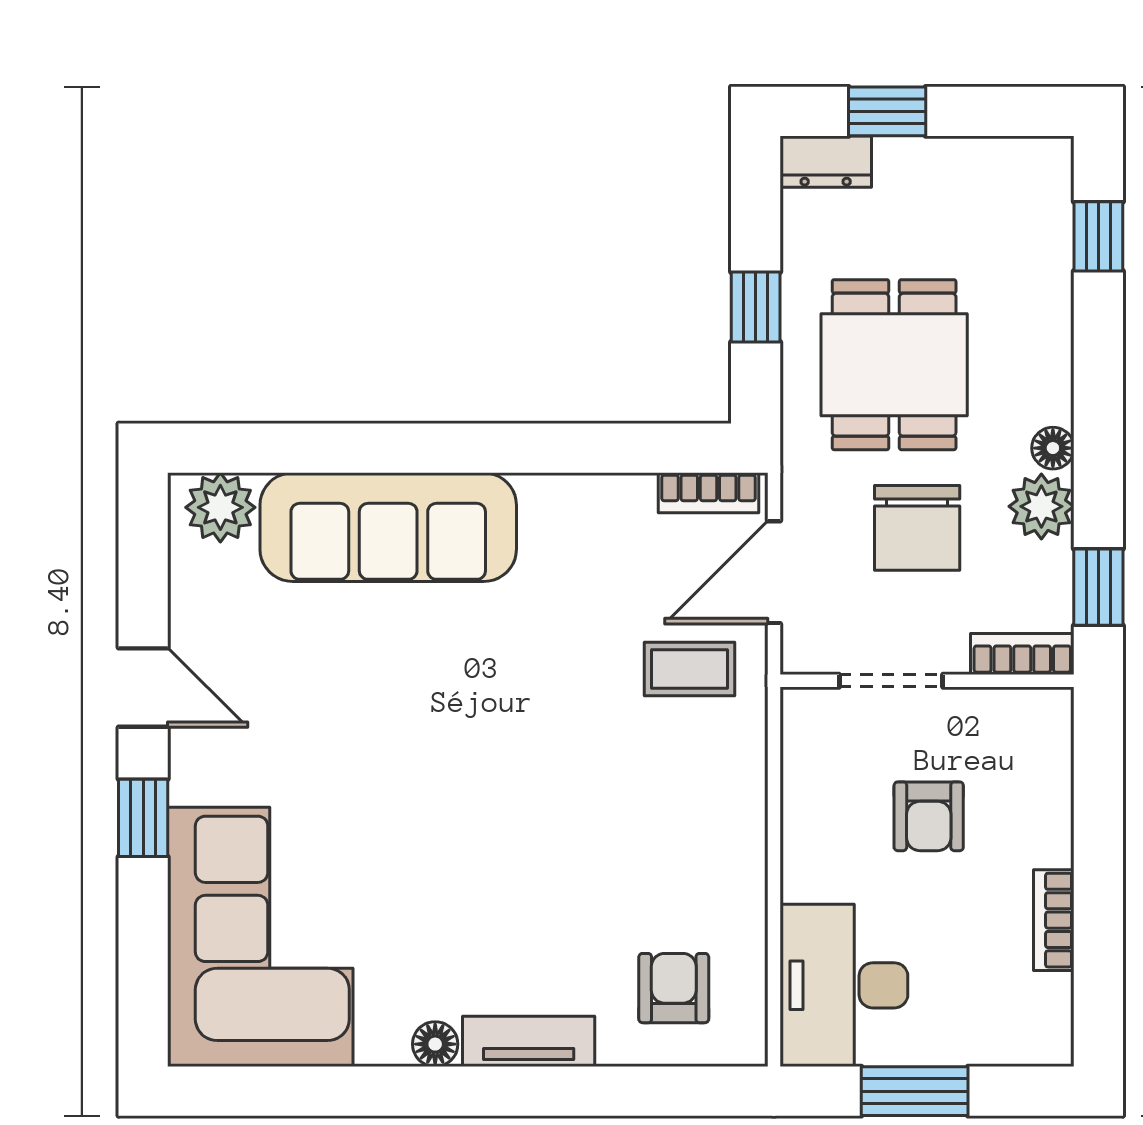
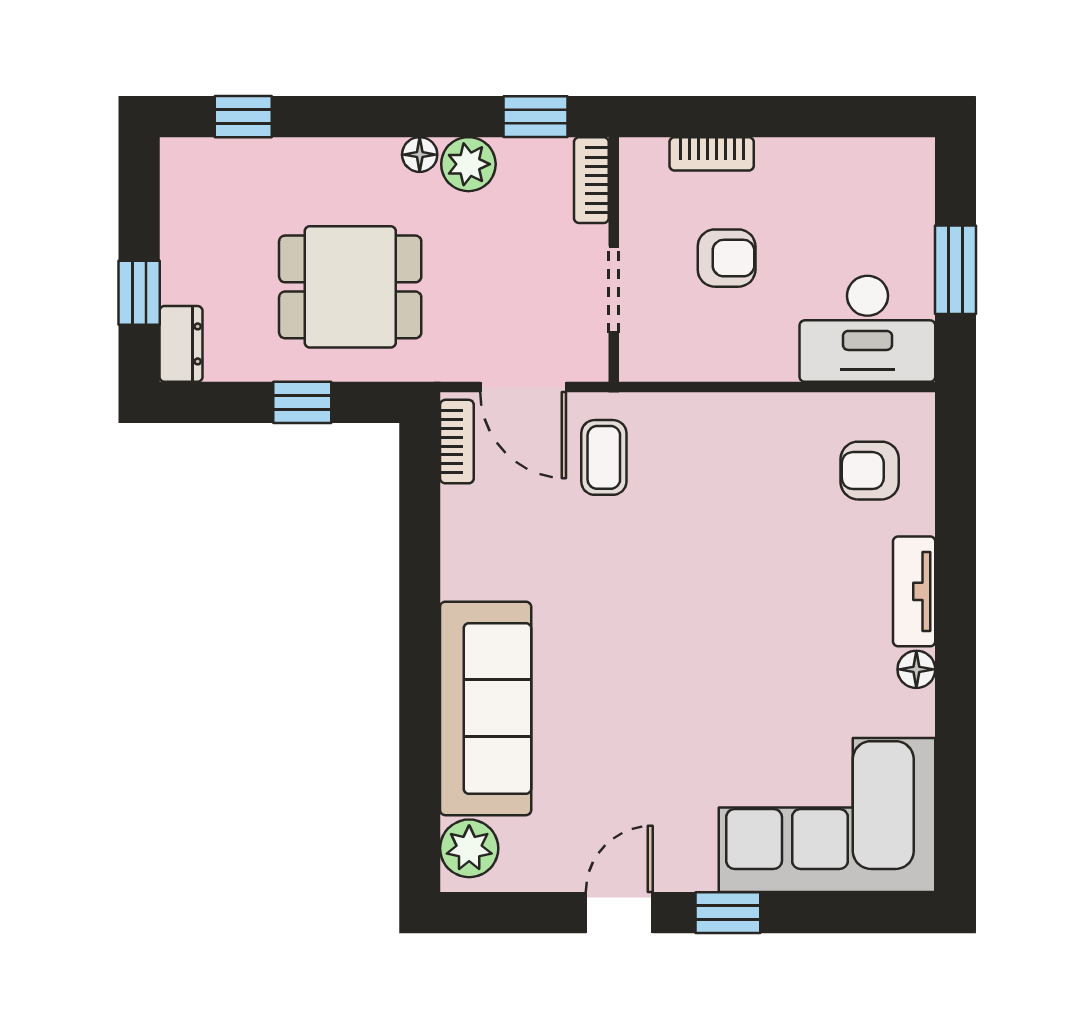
chair: (917, 528) -> (486, 268), removed
bookcase: (1054, 920) -> (712, 154), moved

